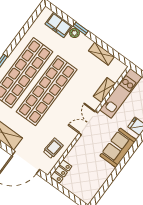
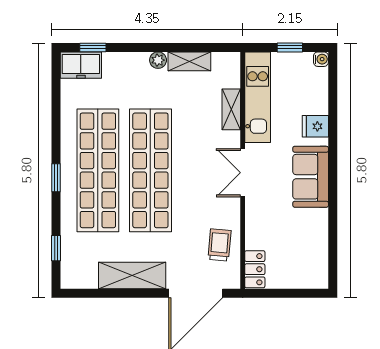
freezer: (59, 25) -> (81, 65), moved
window: (81, 28) -> (93, 47), moved
plant: (75, 33) -> (158, 60), moved

